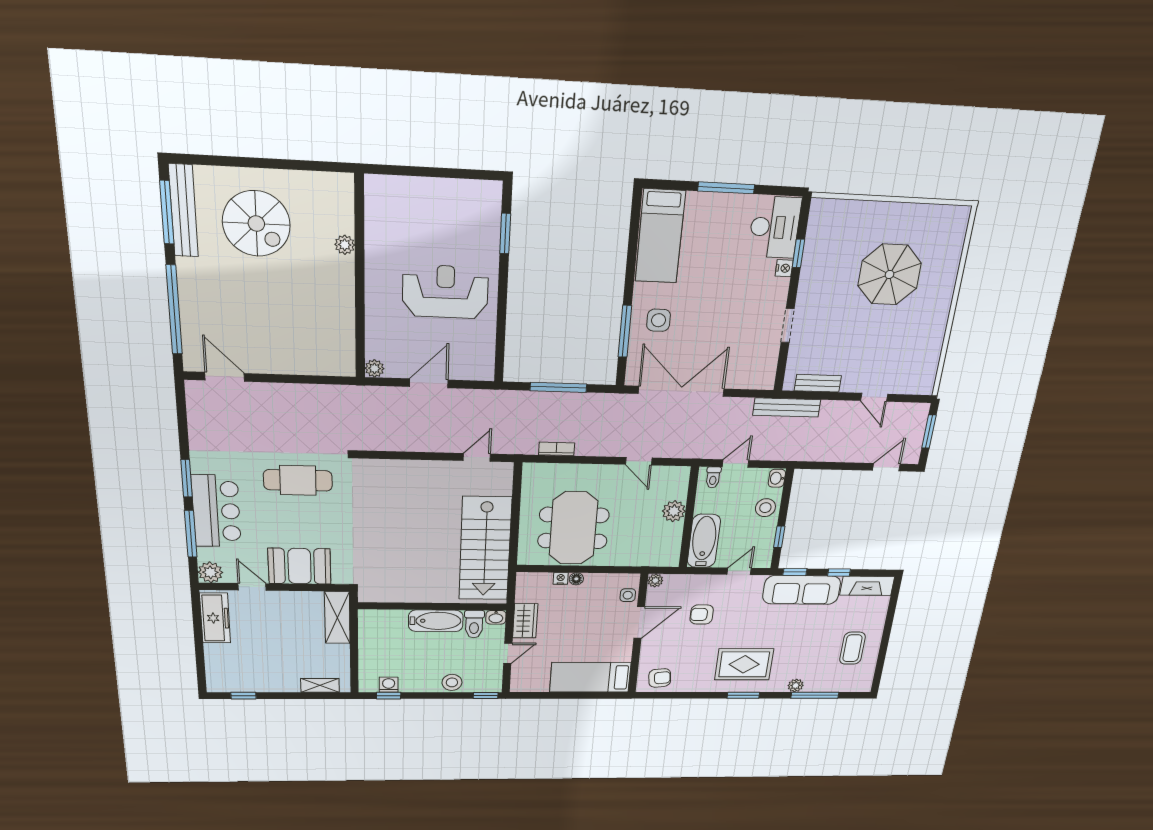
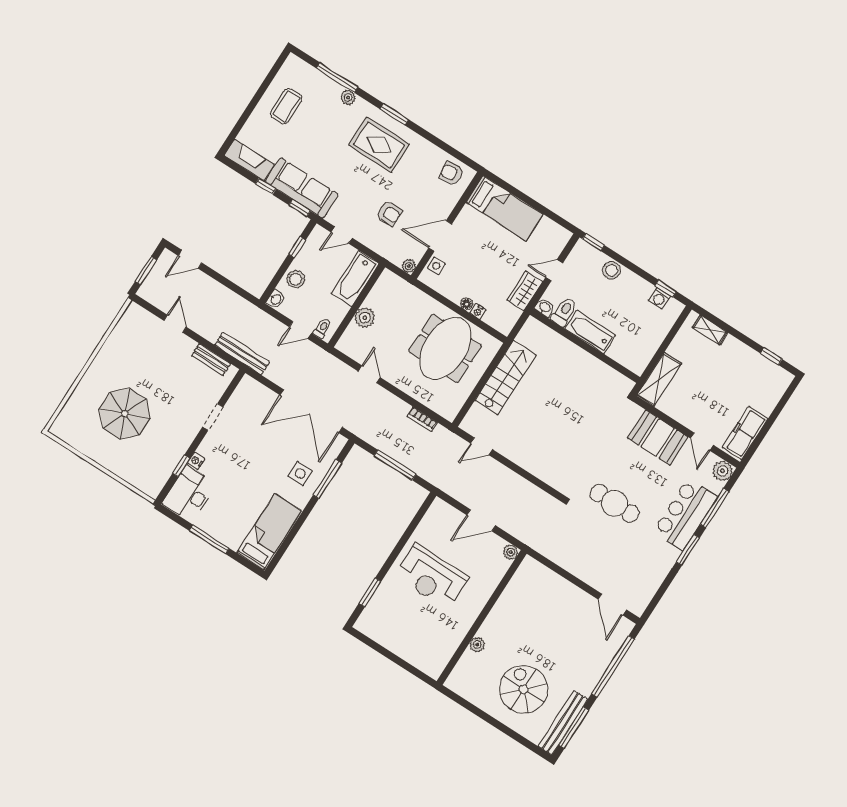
stairs: (485, 549) -> (505, 378), width x0.73, depth x0.66

